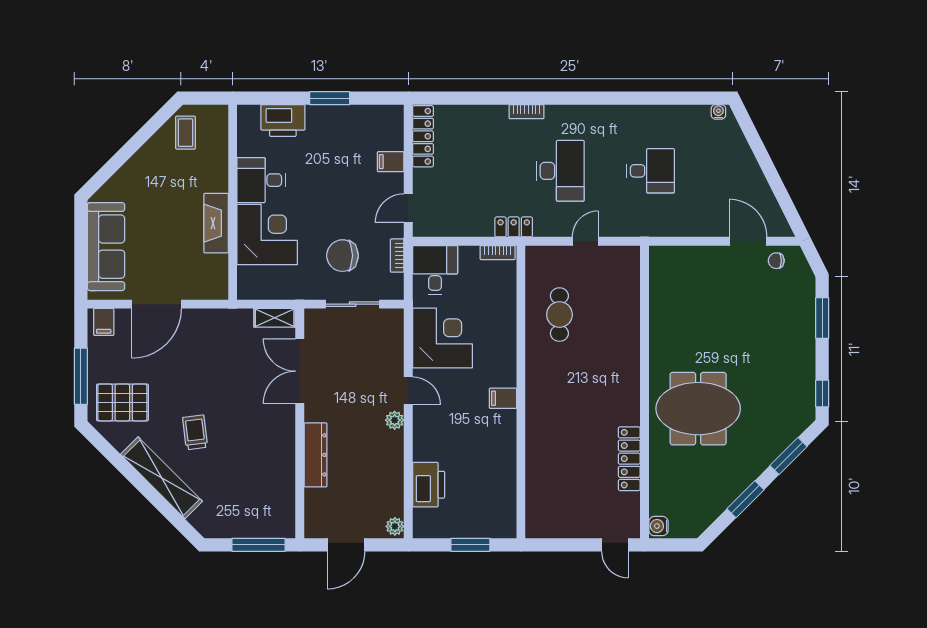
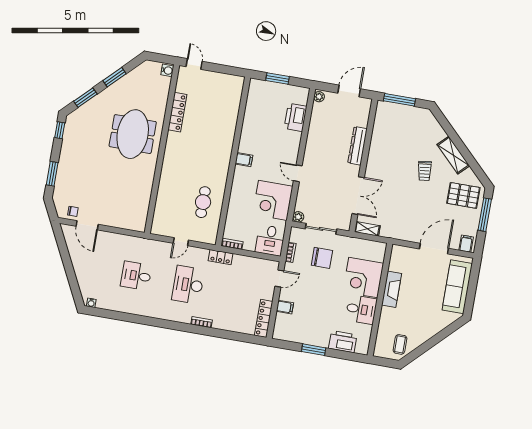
meeting table: (698, 409) -> (133, 134), turned 90
plant: (395, 420) -> (298, 217), moved
shelving: (162, 478) -> (453, 155), width x0.68

